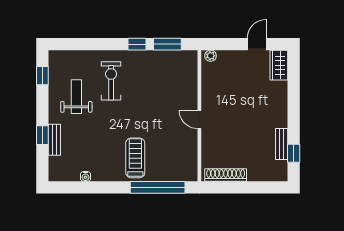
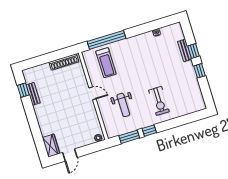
window: (42, 76) -> (200, 71), moved
weight bench: (76, 97) -> (123, 105), moved
treadmill: (135, 158) -> (106, 63), moved

